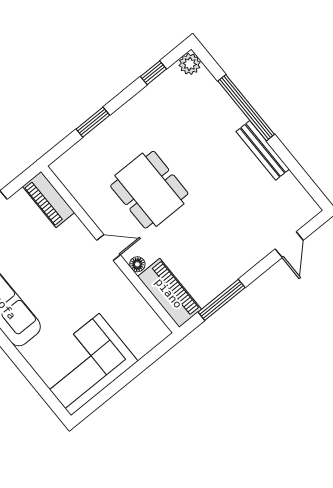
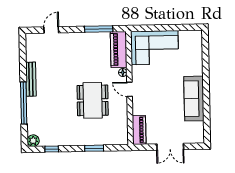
corner sofa: (85, 365) -> (155, 48), moved

